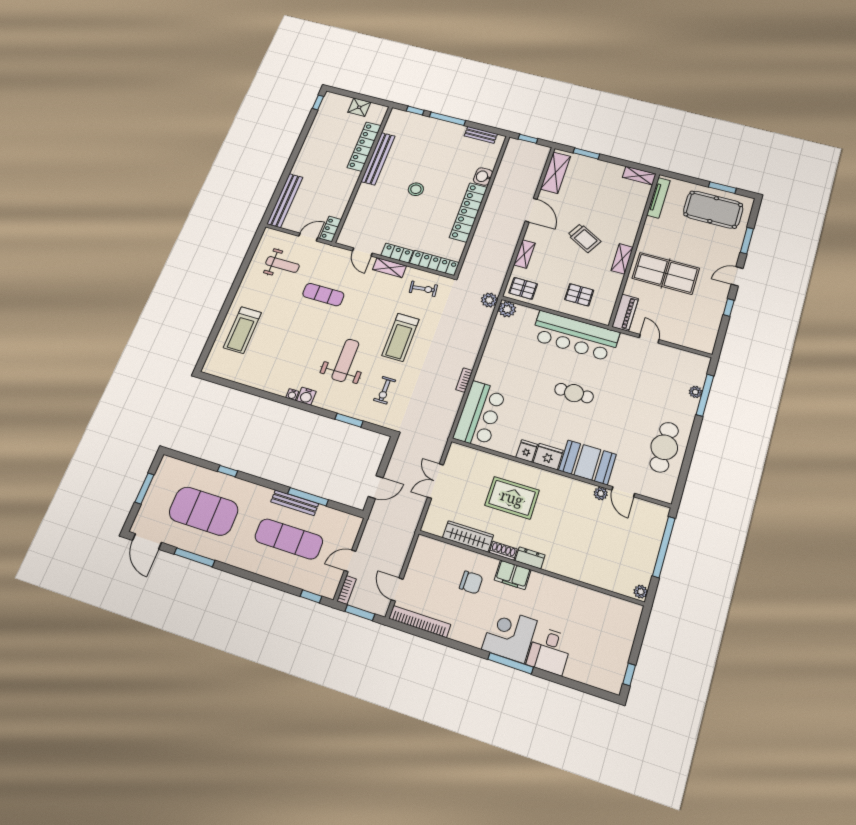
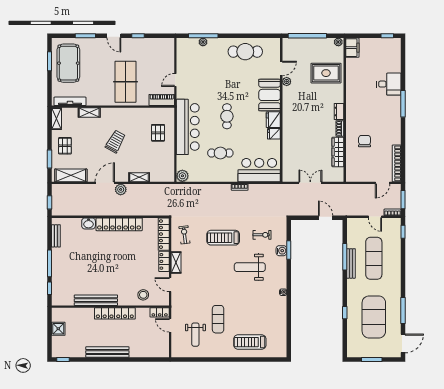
locker: (364, 147) -> (115, 313), moved
stool: (416, 189) -> (143, 295), moved
bench: (285, 200) -> (107, 352), moved
door: (362, 252) -> (170, 285), swing flipped
shelving: (622, 259) -> (89, 113), moved
weight bench: (282, 264) -> (195, 335), turned 180
pallet: (523, 288) -> (65, 146), moved
exercise mat: (323, 295) -> (218, 319), moved
plant: (489, 300) -> (121, 189), moved
treadmill: (242, 330) -> (250, 342), turned 180
treadmill: (400, 337) -> (223, 238), turned 180
cafe table: (523, 368) -> (220, 153), added
water cooler: (306, 396) -> (281, 251), moved
double door: (435, 481) -> (310, 183), swing flipped
rug: (512, 498) -> (326, 73), moved, turned 90
filing cabinet: (513, 575) -> (352, 48), moved
corner desk: (509, 635) -> (387, 109), removed

